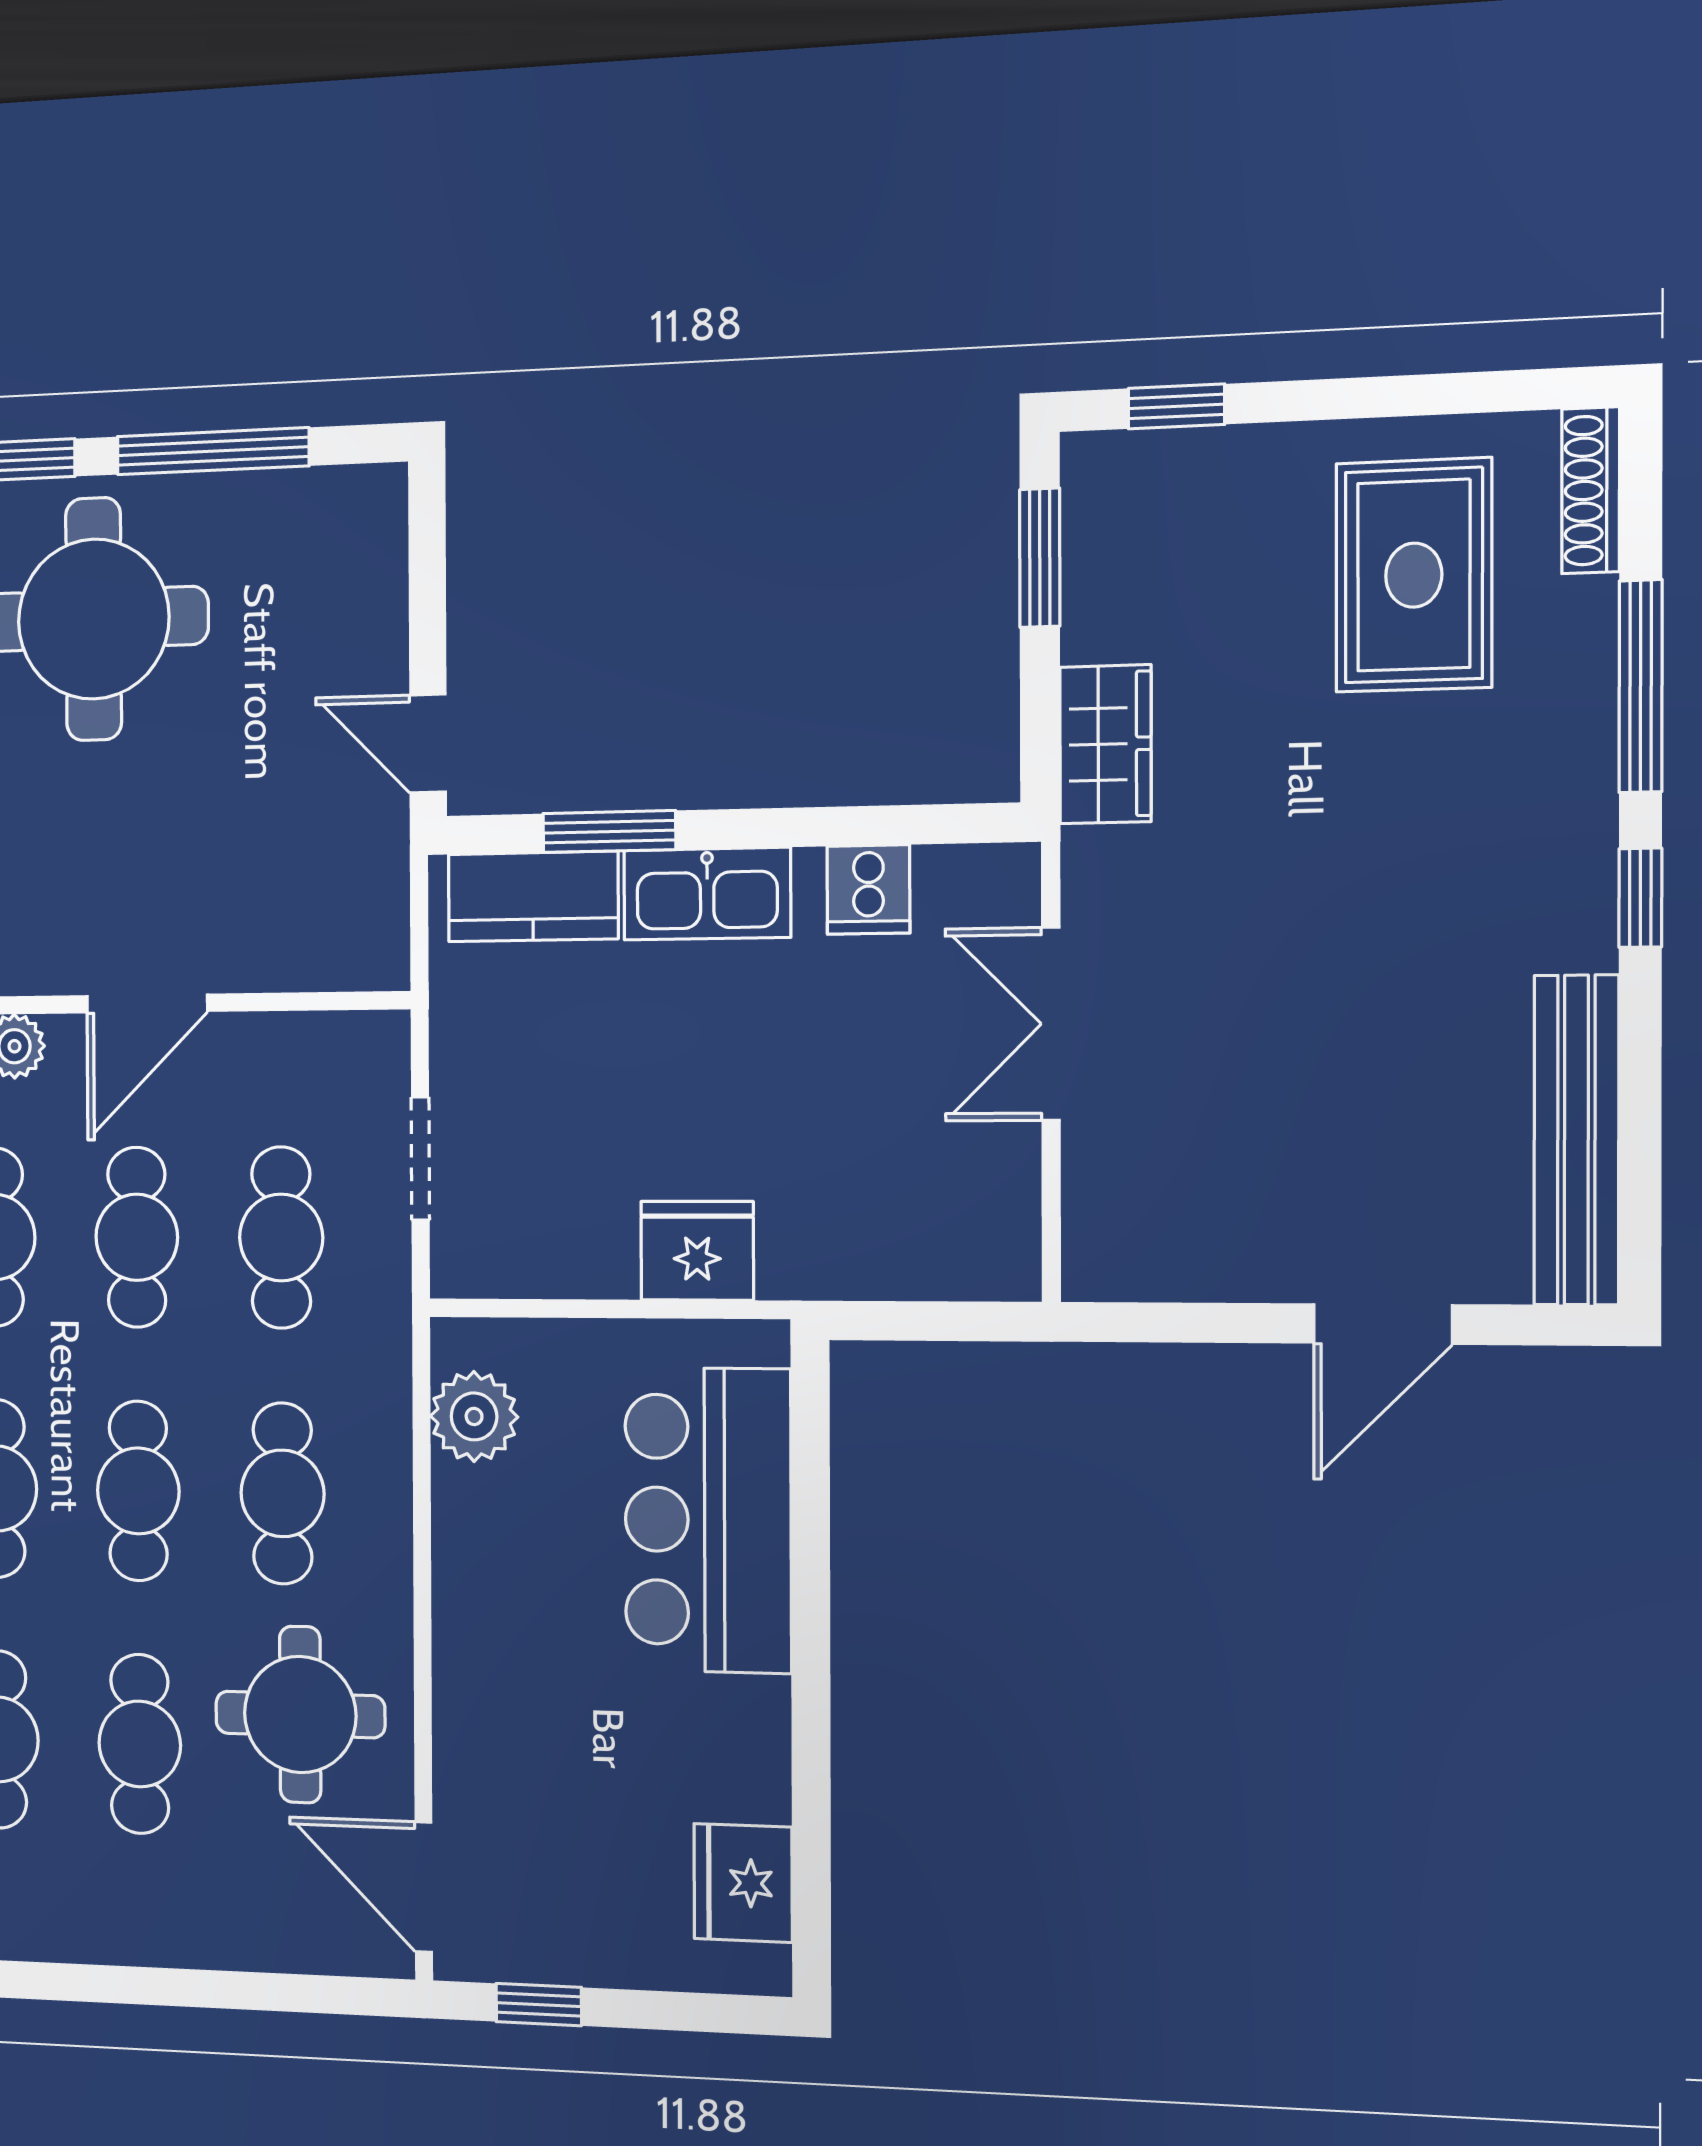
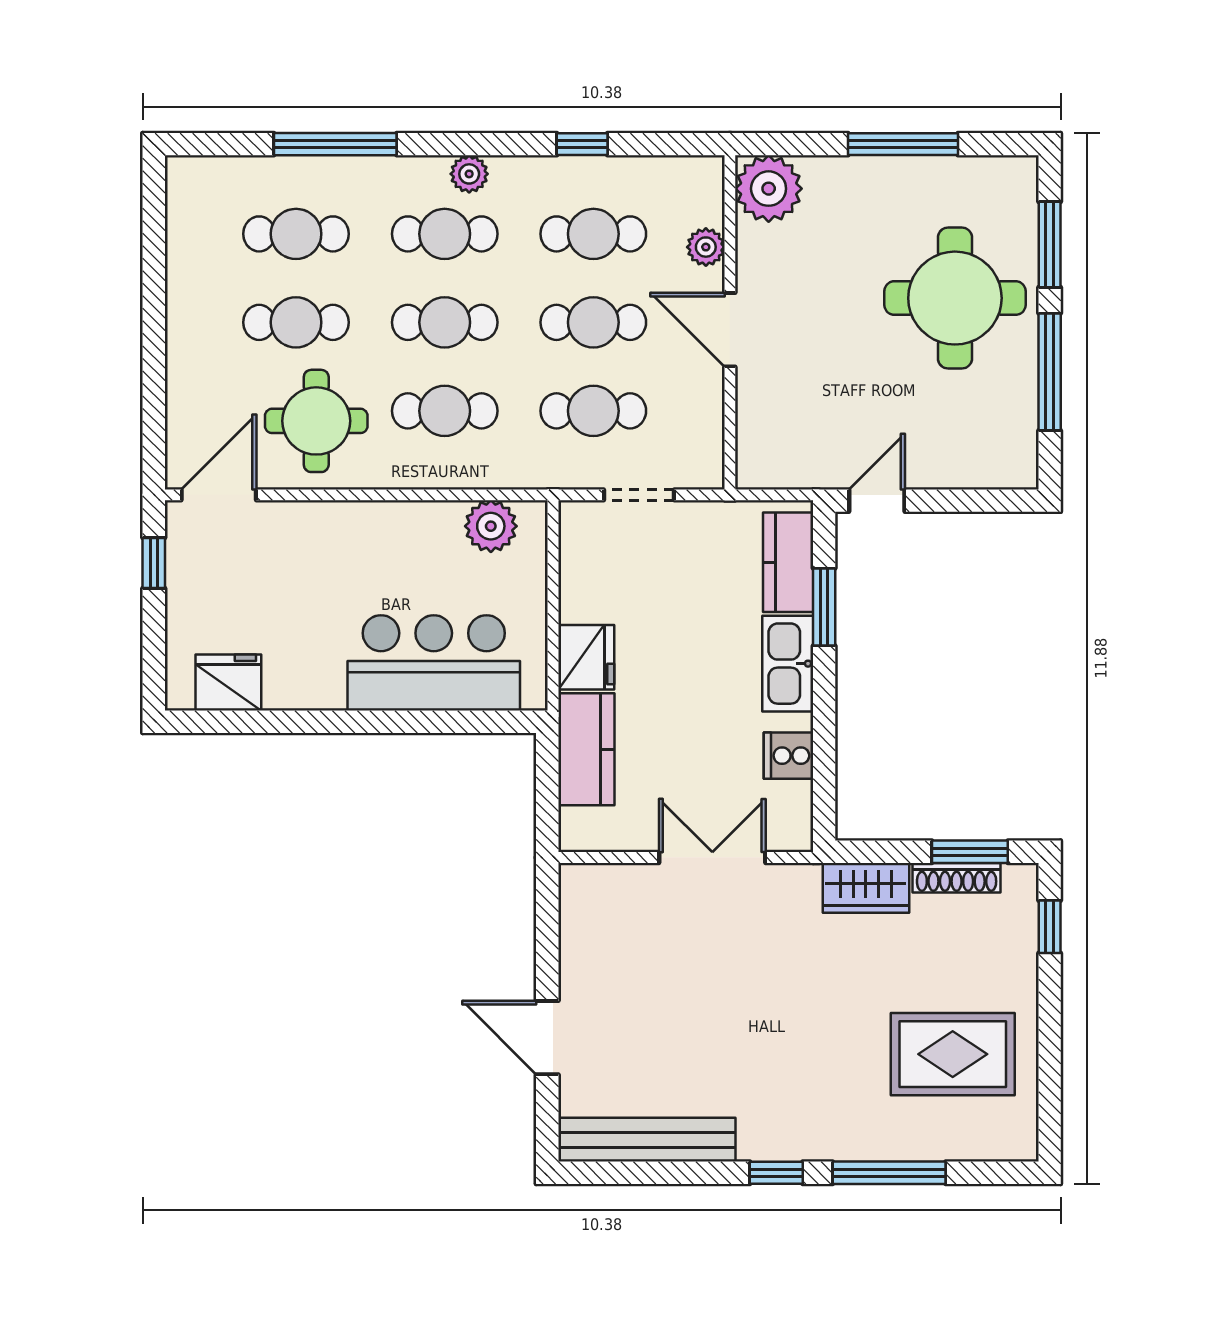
shoe rack: (1591, 490) -> (957, 878), moved, turned 180
kitchen counter: (858, 1251) -> (586, 749), added

